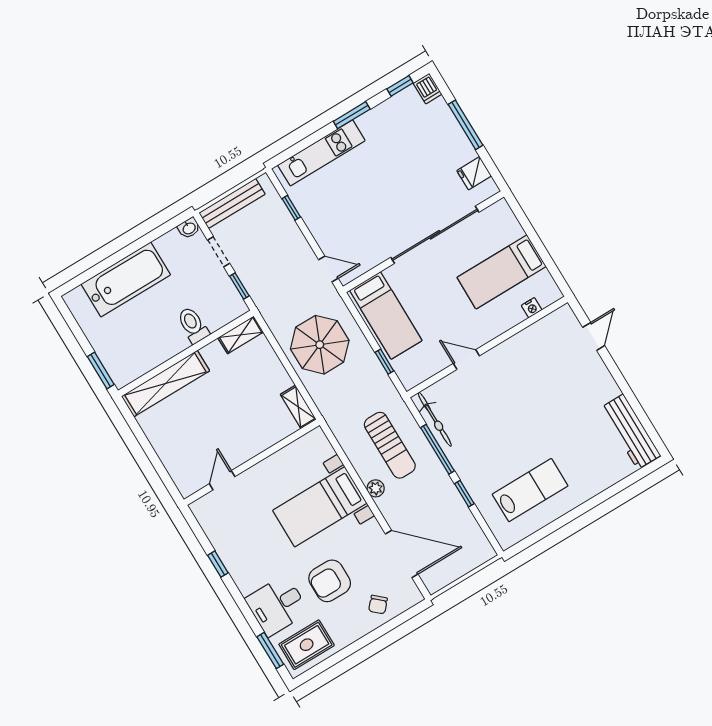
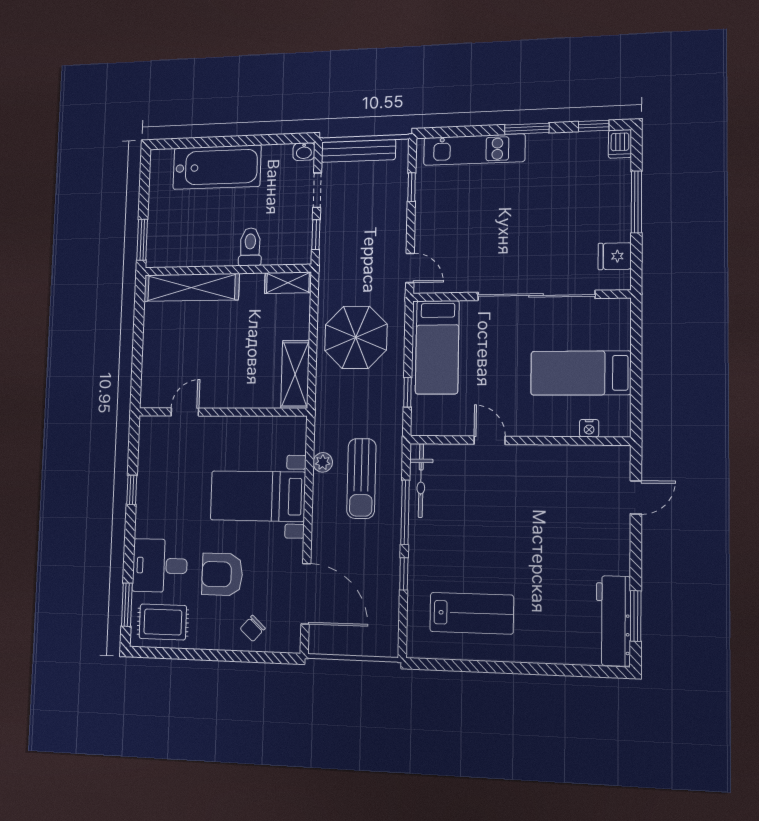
shelving: (298, 407) -> (295, 374), width x1.50, depth x1.33
window: (644, 419) -> (636, 616), added
plant: (376, 488) -> (323, 462), moved

